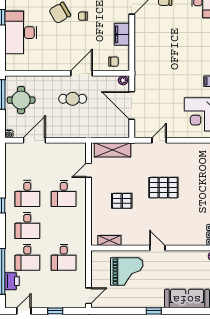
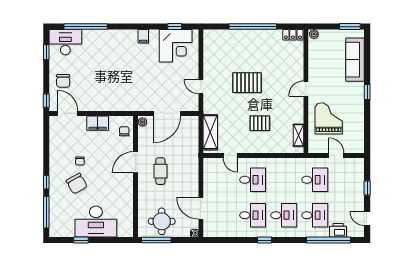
door: (82, 73) -> (136, 162), hinge flipped
pallet: (163, 188) -> (247, 83), turned 90
pallet: (122, 201) -> (260, 123), turned 90
door: (89, 296) -> (336, 155), moved

